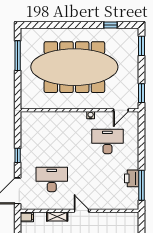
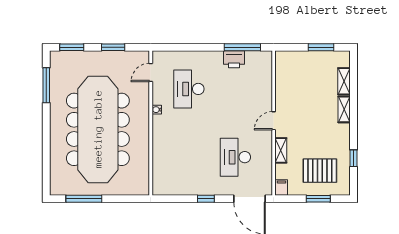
window: (110, 25) -> (46, 85), width x2.17
window: (141, 93) -> (113, 47), moved
door: (121, 110) -> (151, 72), swing flipped

